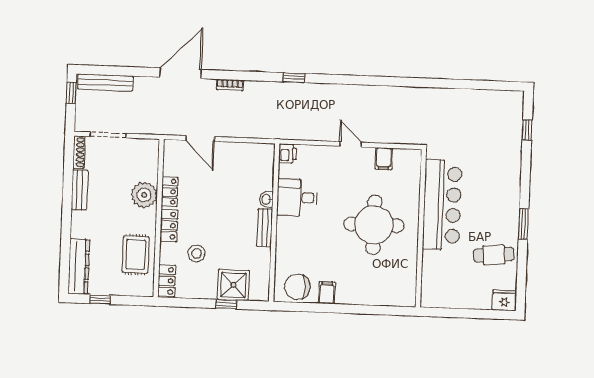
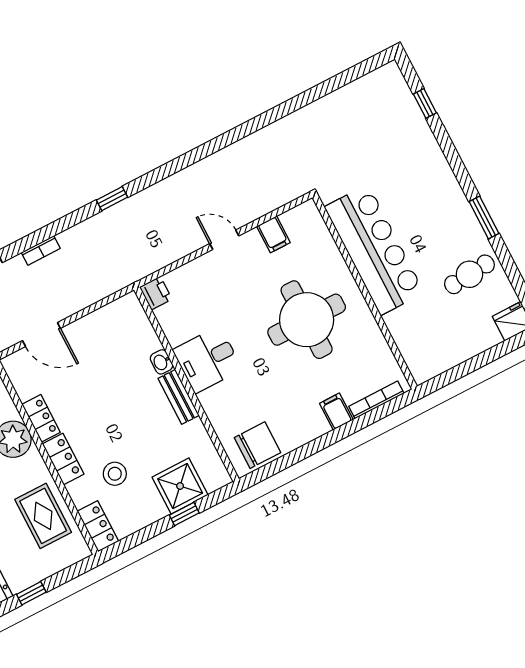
desk: (297, 197) -> (207, 360), moved
chair: (297, 287) -> (257, 445), turned 180
filing cabinet: (327, 293) -> (336, 411), moved
bookcase: (389, 301) -> (376, 400), added

